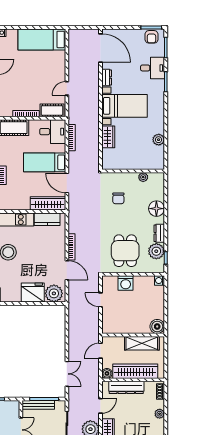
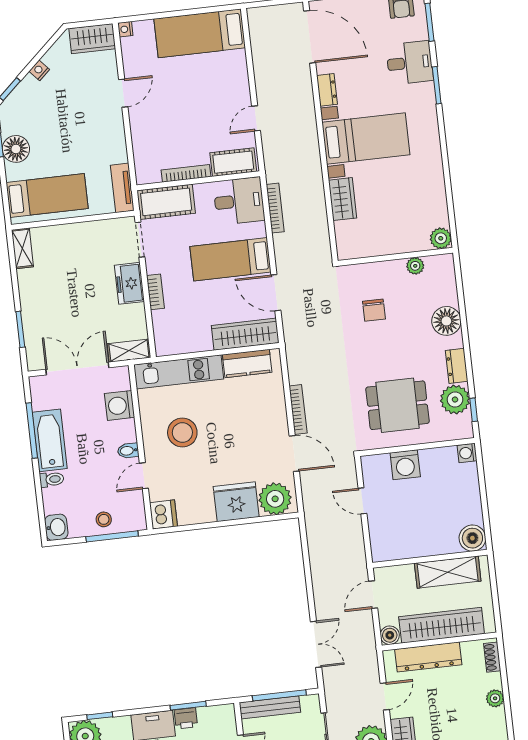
plant: (159, 140) -> (441, 238), moved
dining table: (125, 251) -> (398, 405), turned 90

